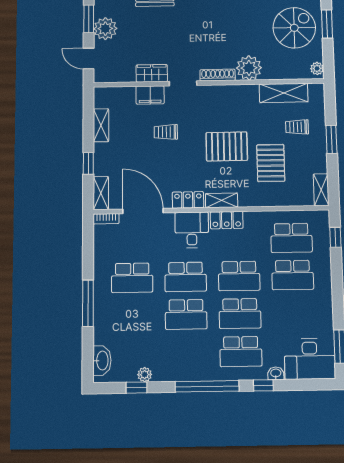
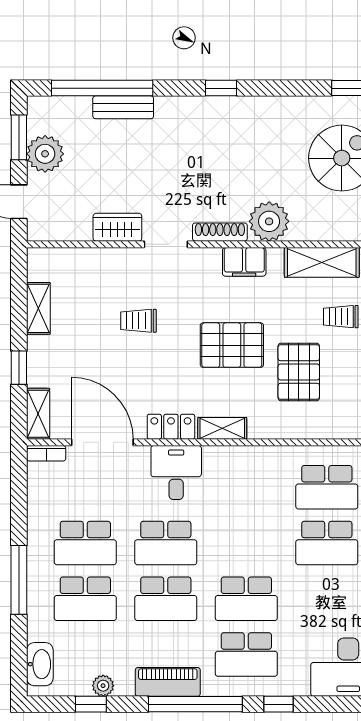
filing cabinet: (150, 95) -> (244, 262), moved
locker: (227, 220) -> (229, 459), removed
school desk: (239, 276) -> (85, 599), moved
piano: (188, 371) -> (168, 682), added
washbasin: (276, 373) -> (297, 687), removed

